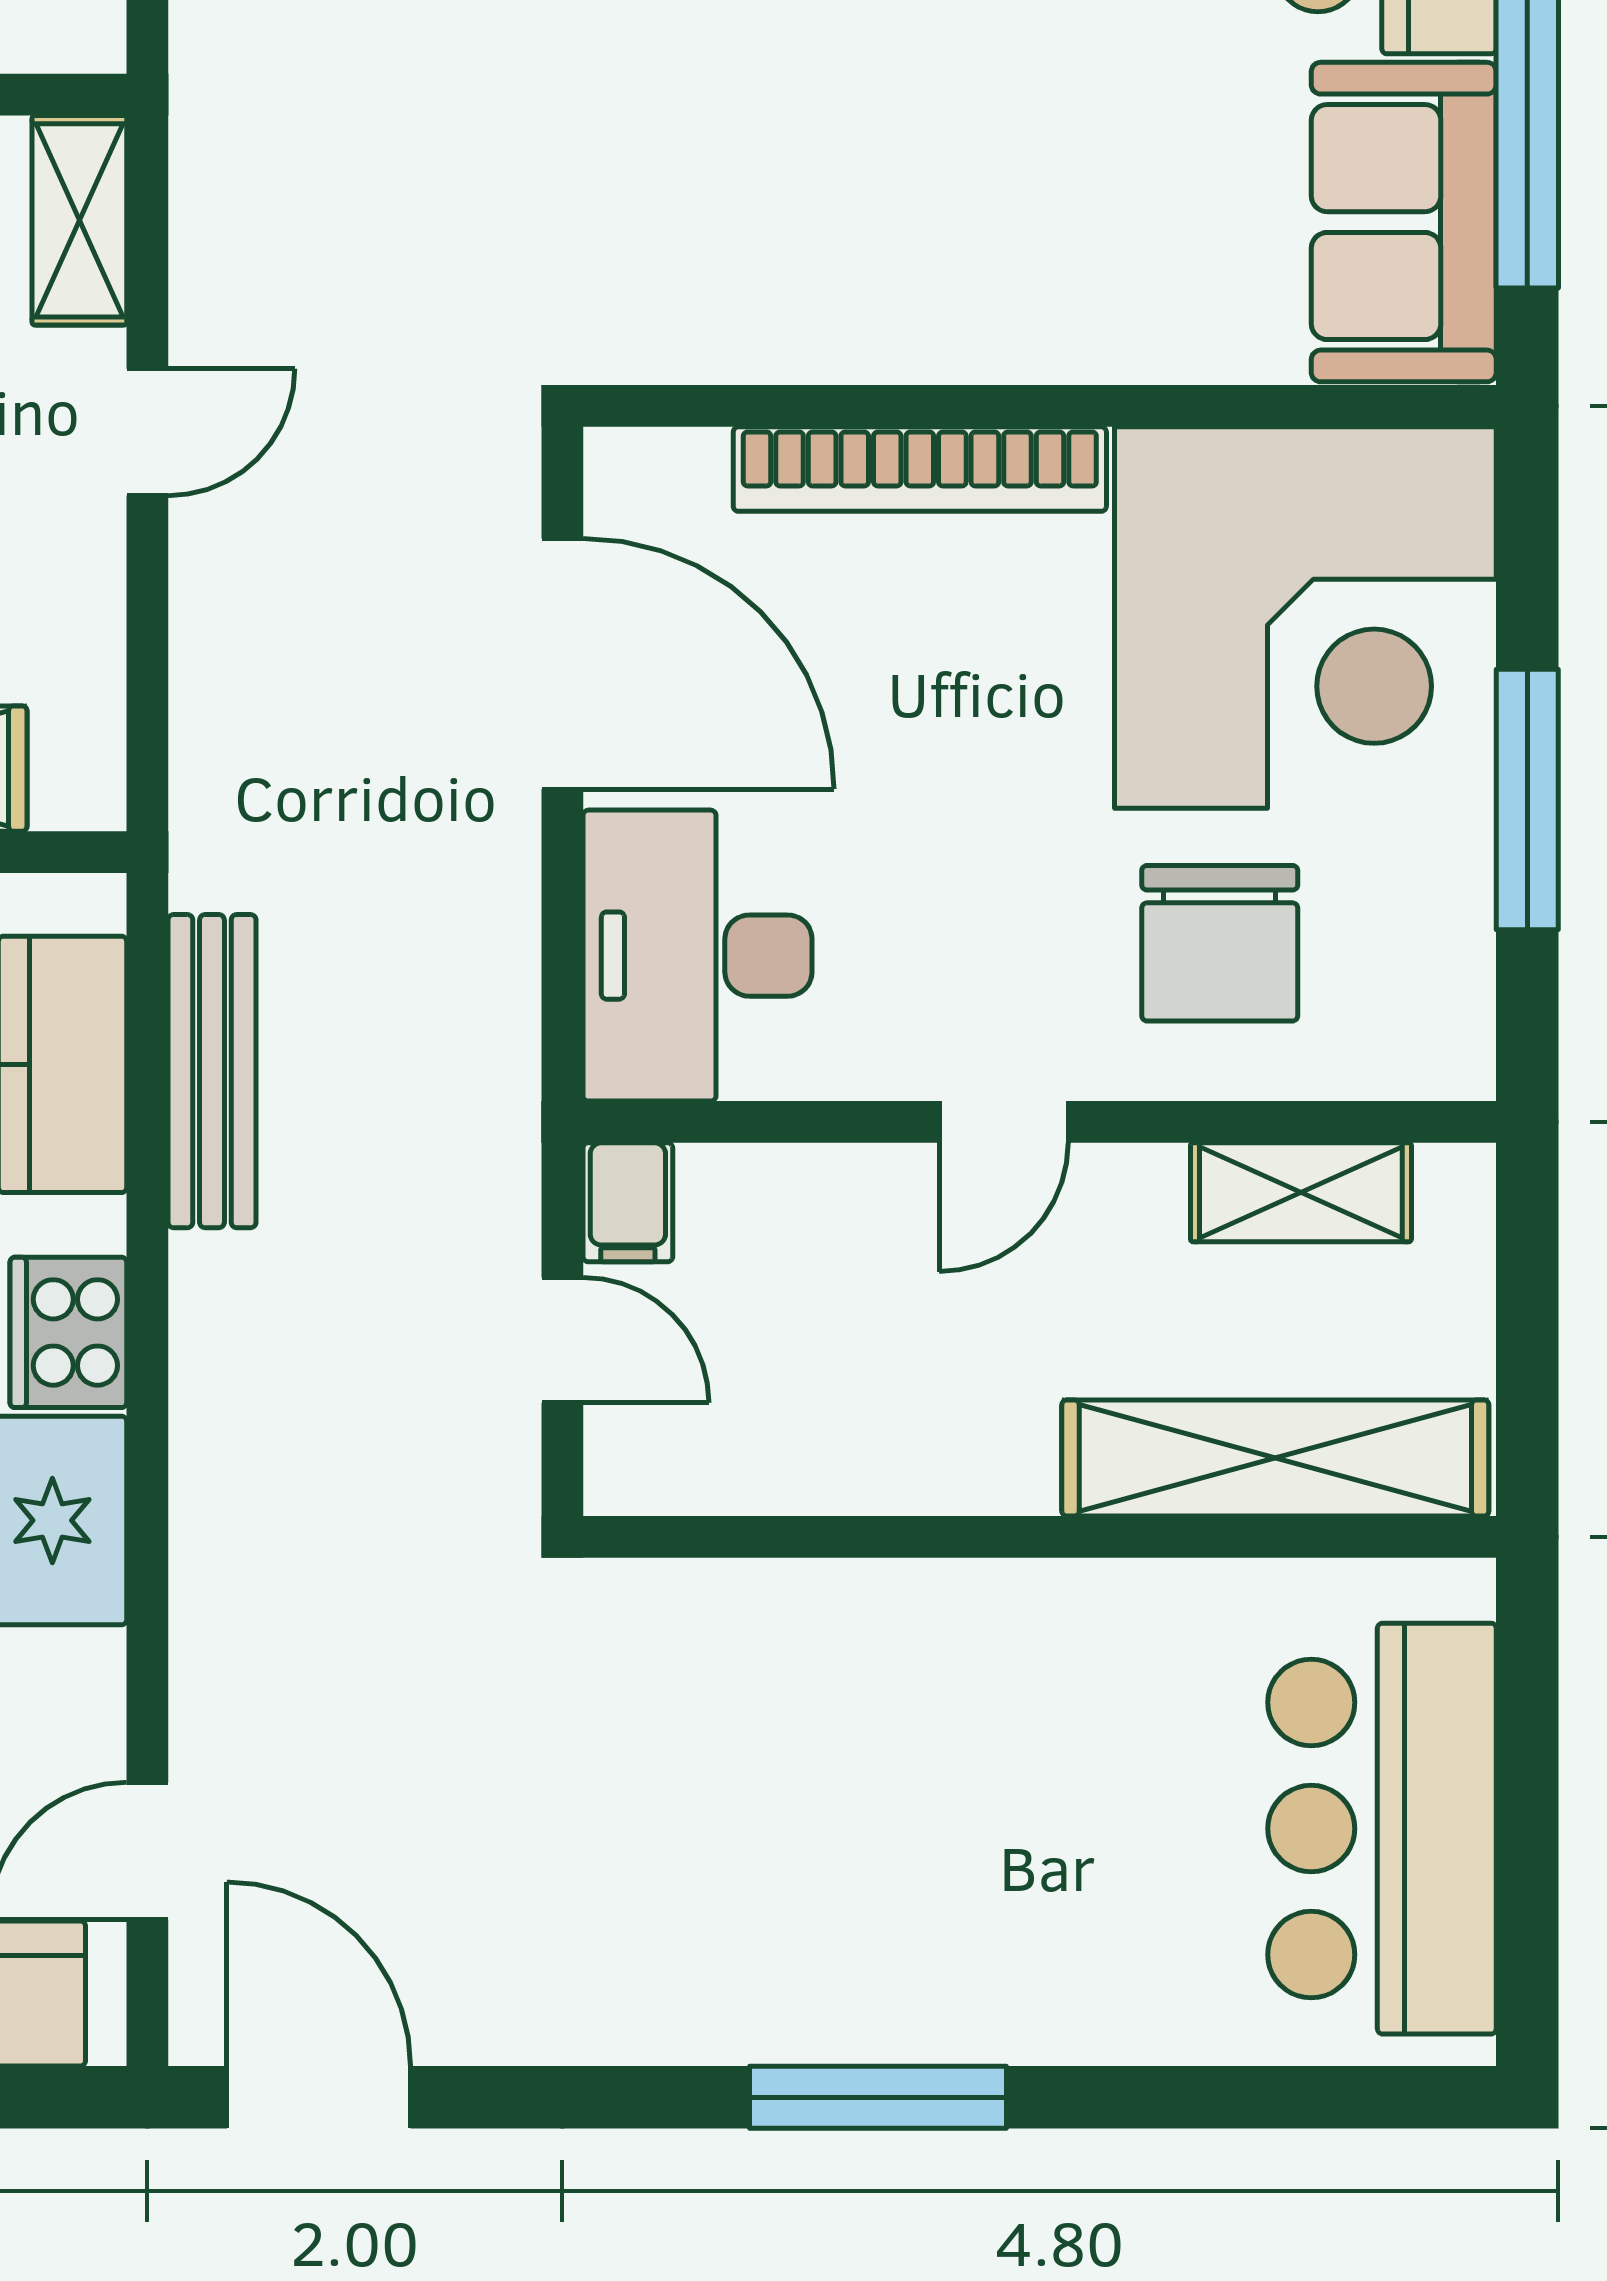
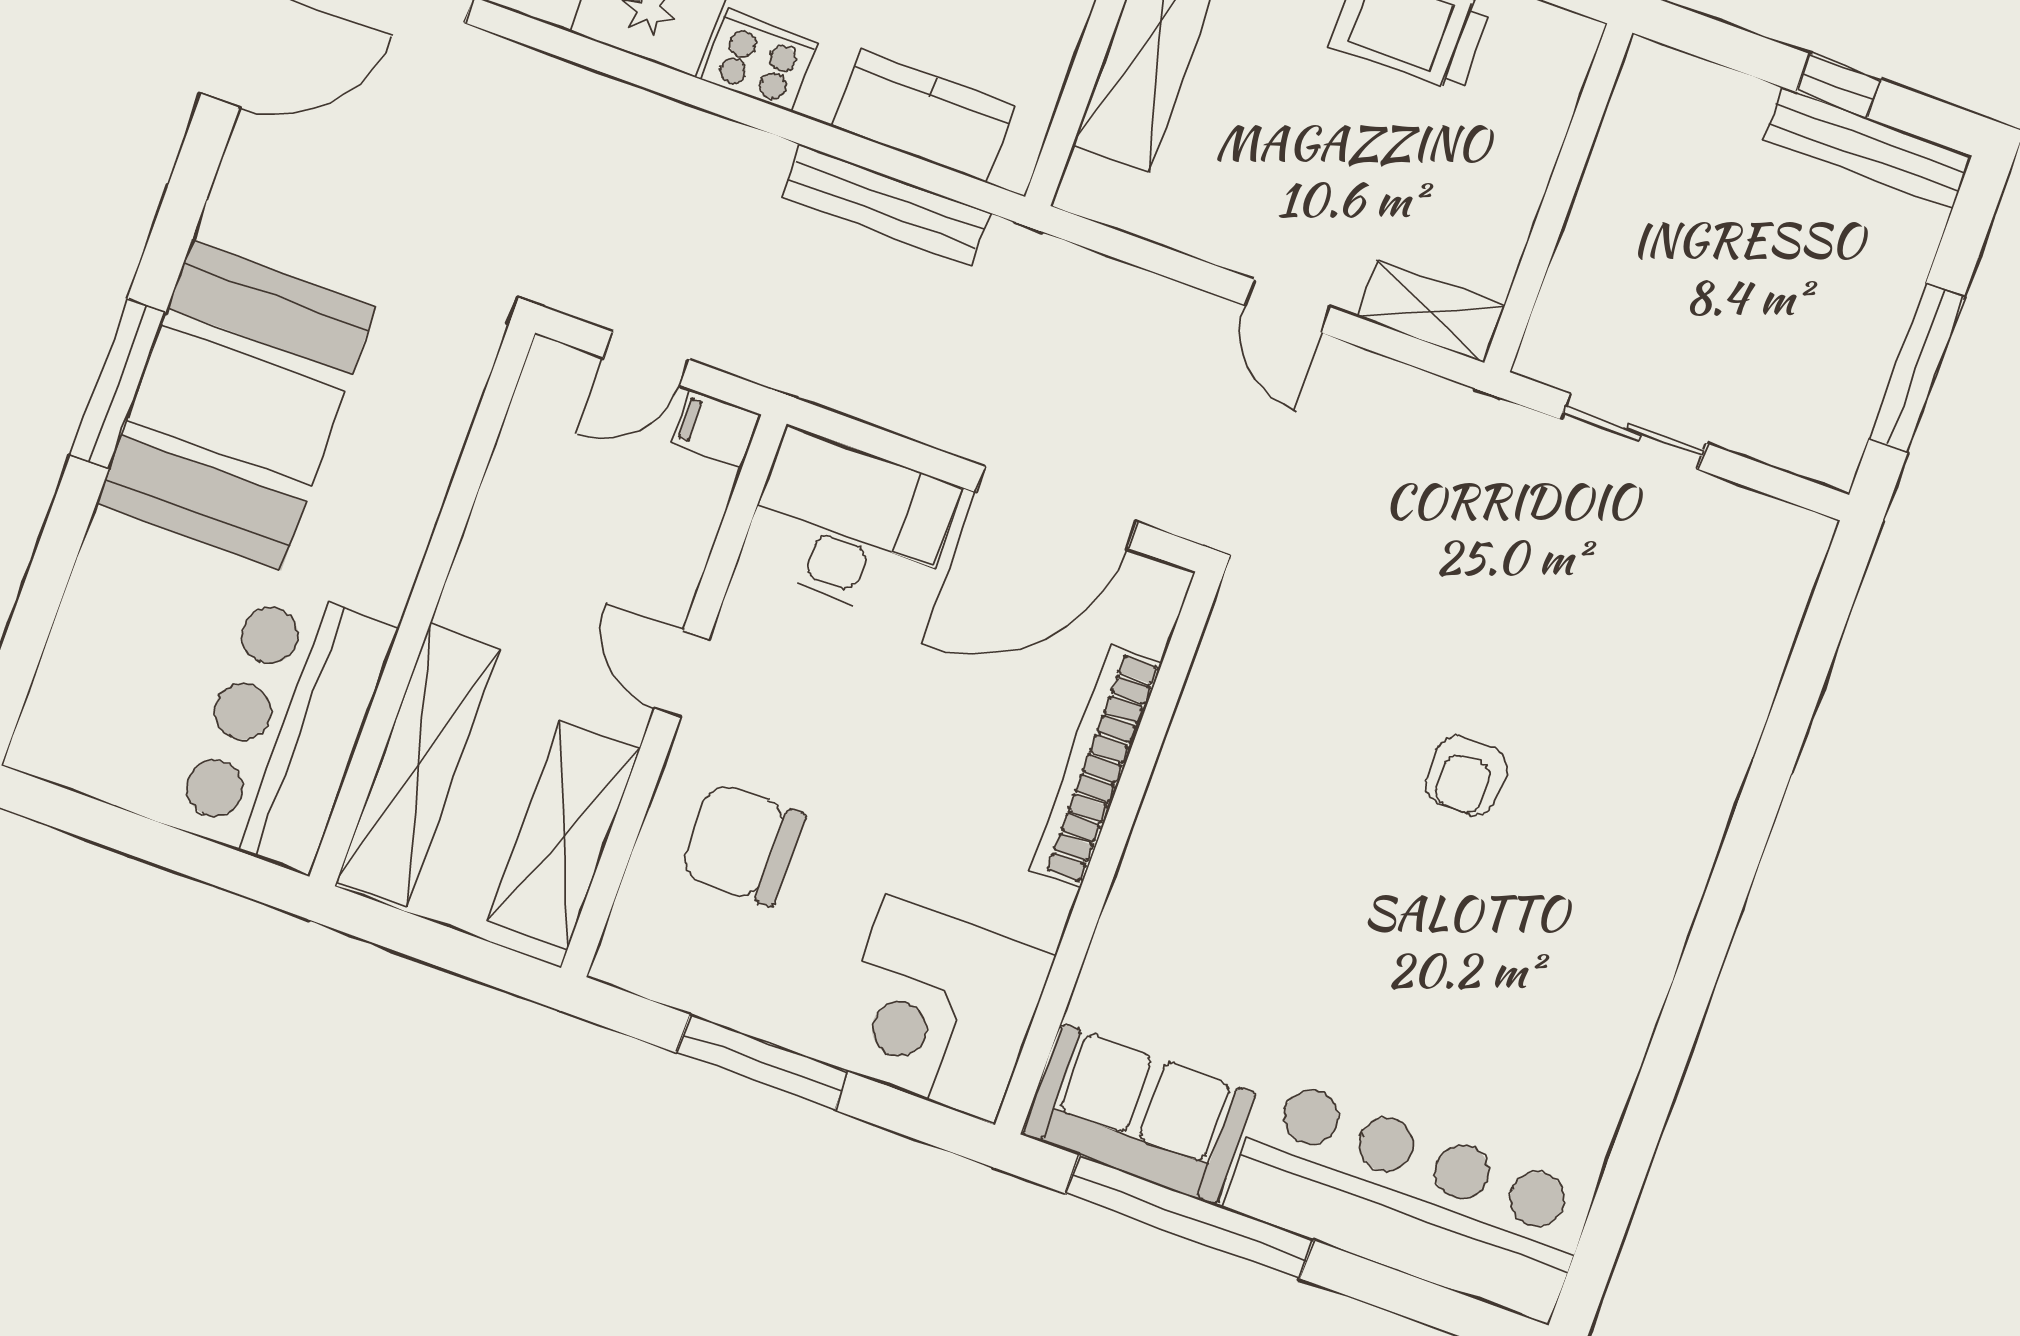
corner desk: (1305, 618) -> (941, 1009), width x0.74, depth x0.74
shelving: (1301, 1192) -> (564, 835), width x1.50, depth x1.33
bar counter: (1382, 1829) -> (285, 727), moved, turned -90
booth: (847, 1913) -> (236, 405), added

